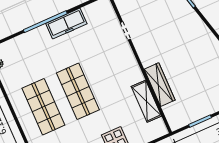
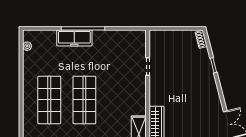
freezer: (66, 24) -> (74, 38), moved

